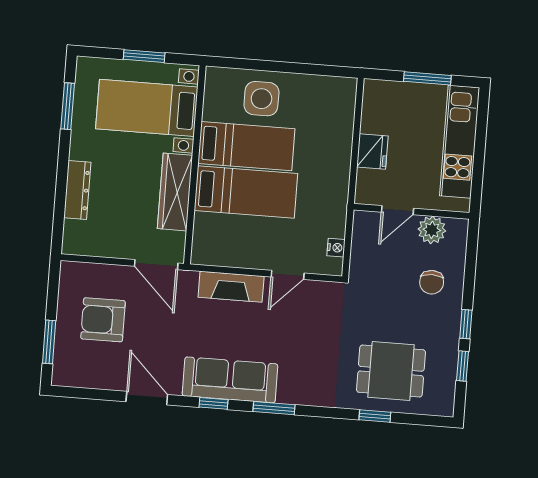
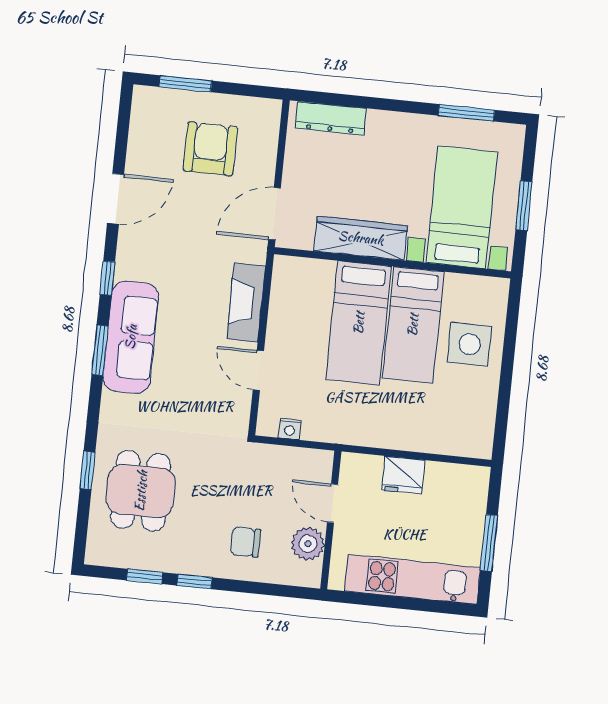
dresser: (77, 190) -> (331, 118), moved
sofa: (230, 380) -> (131, 337), moved

